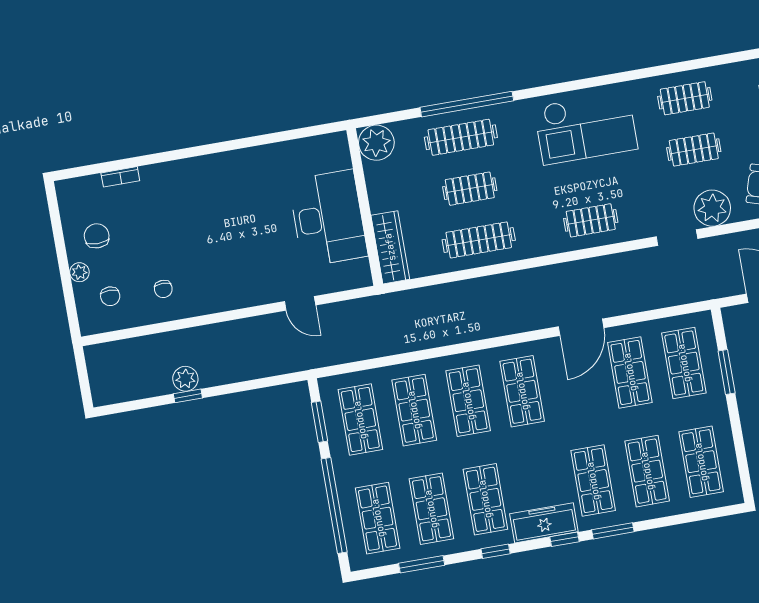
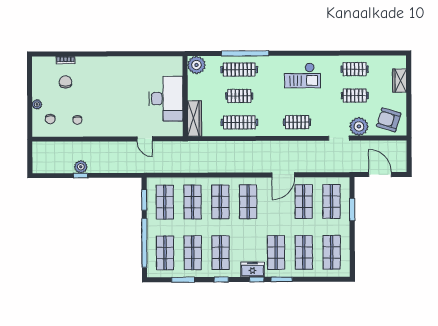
checkout: (586, 128) -> (303, 75), width x0.73, depth x0.83
chair: (97, 236) -> (65, 82), moved
freezer: (544, 523) -> (253, 269), width x0.71

